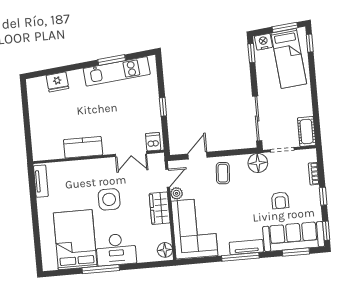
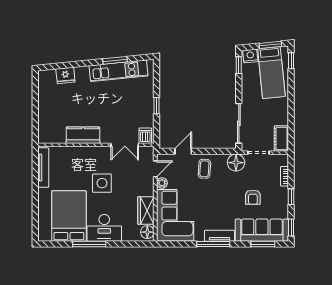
tv unit: (41, 181) -> (43, 168), width x1.41
wardrobe: (160, 208) -> (146, 210), moved

